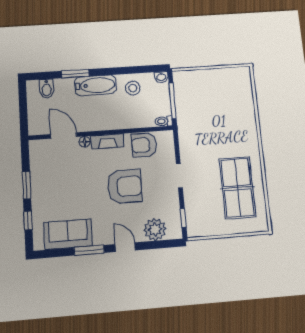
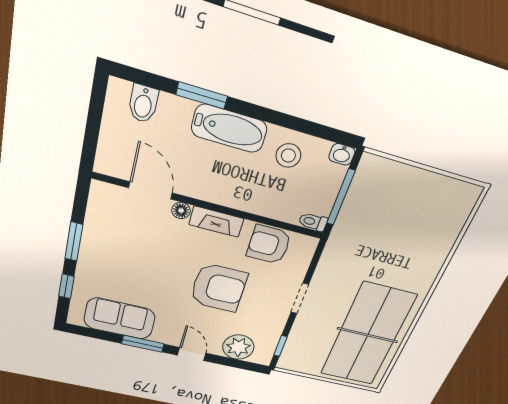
table tennis table: (237, 188) -> (368, 335), width x1.36, depth x1.32

